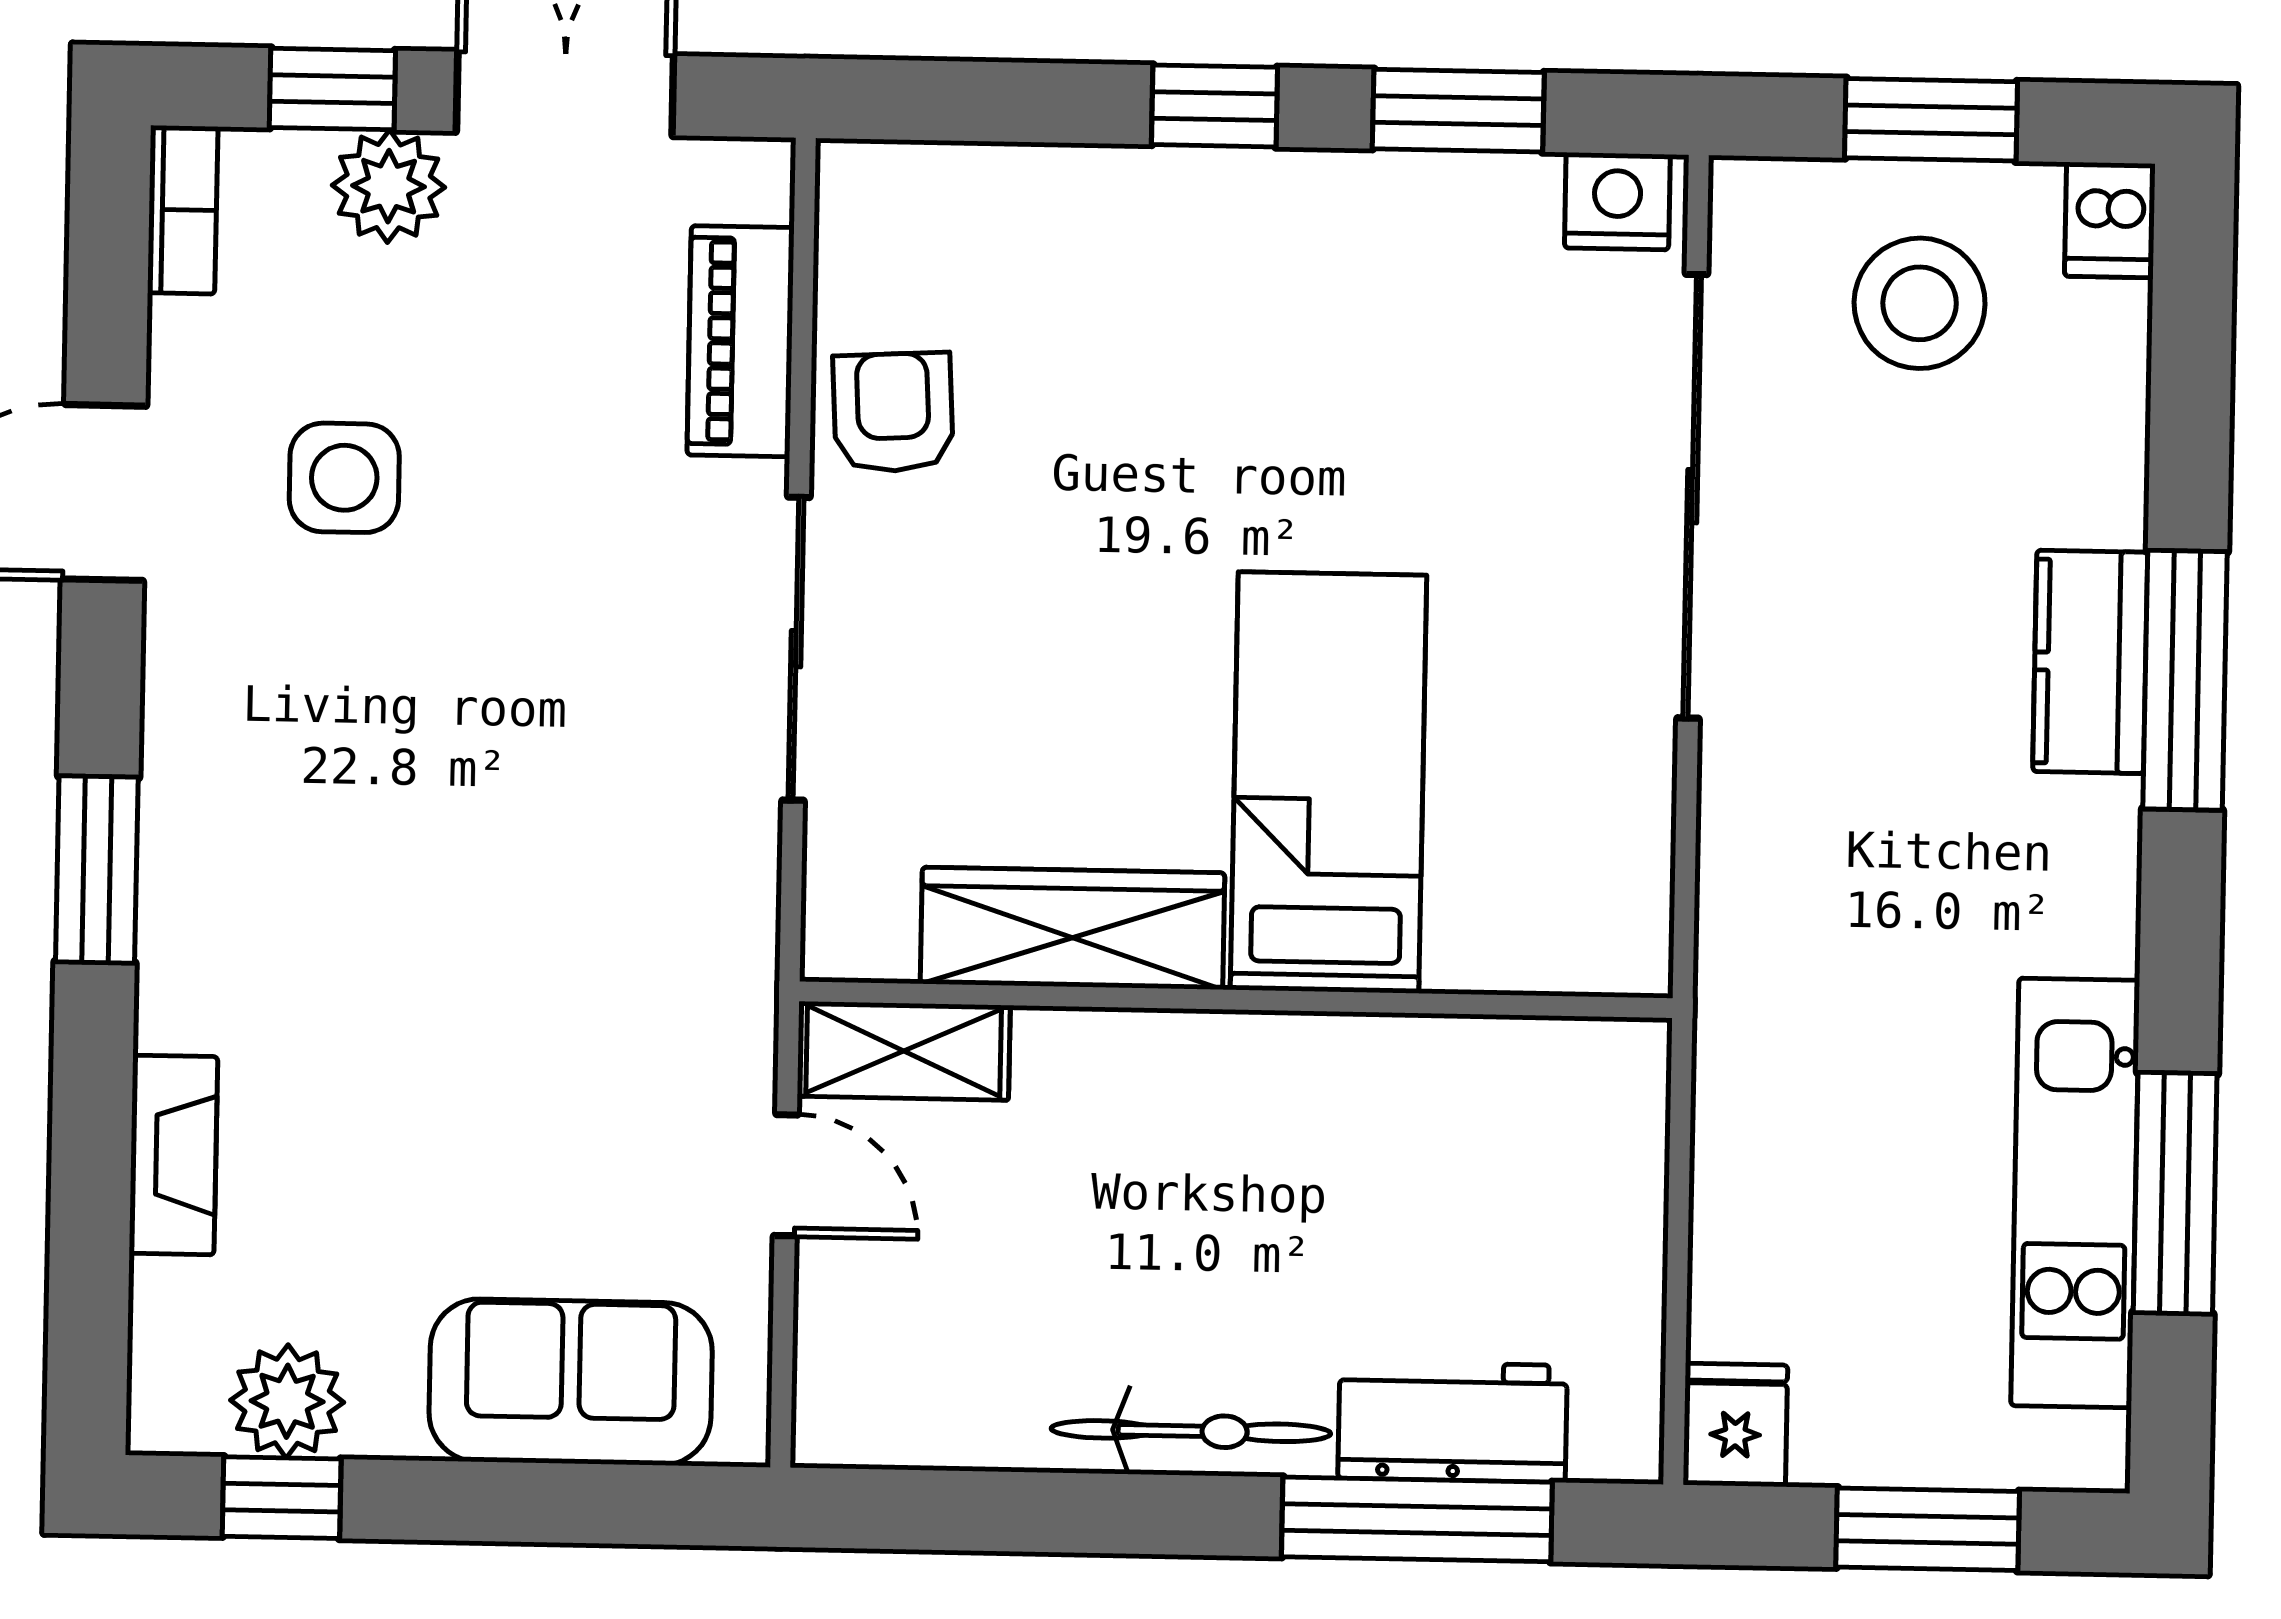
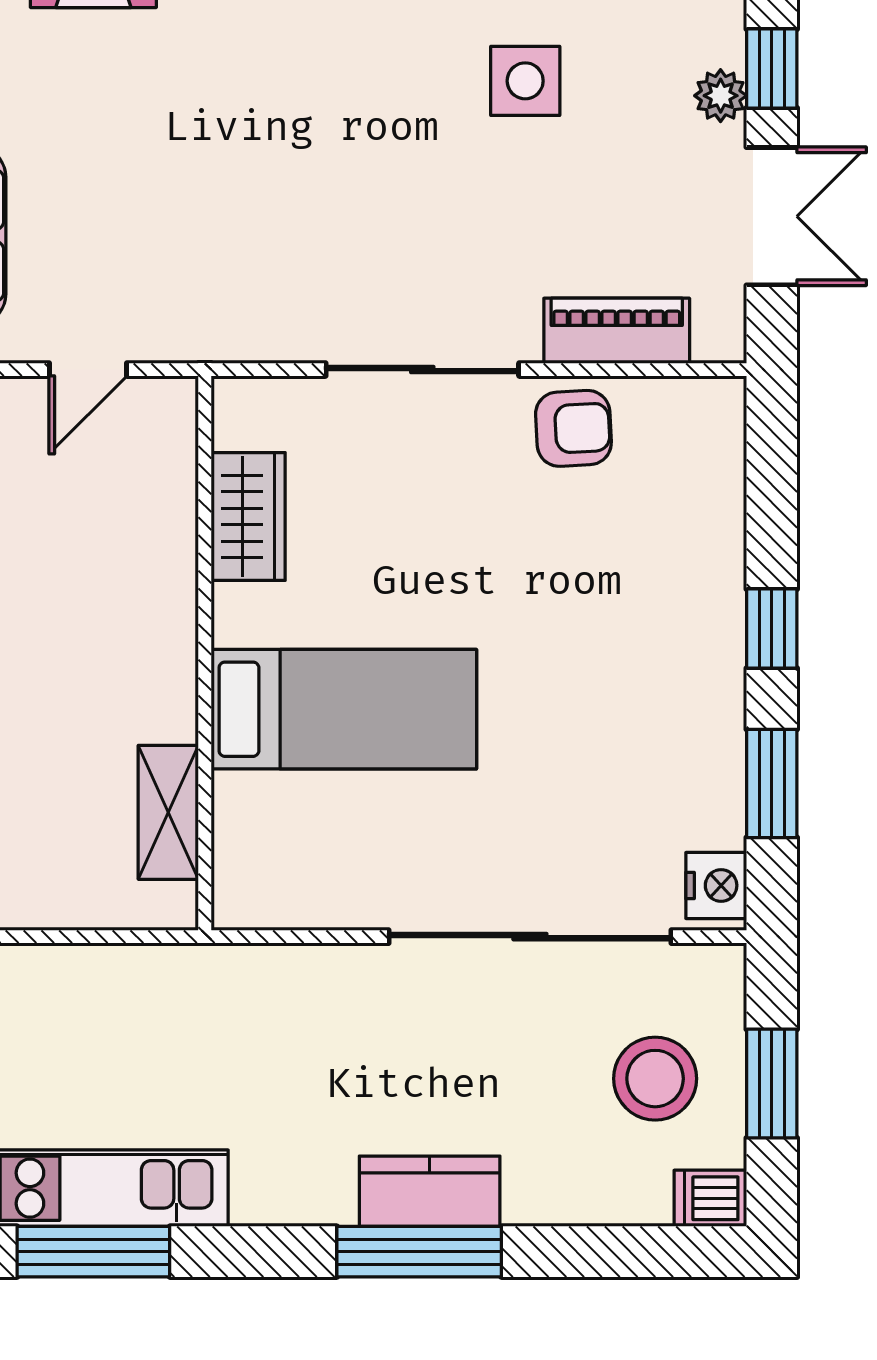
plant: (389, 186) -> (721, 96), width x0.73, depth x0.73
wardrobe: (1072, 928) -> (248, 517), width x0.67
shelving: (904, 1051) -> (168, 812), moved

